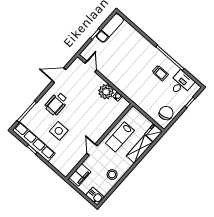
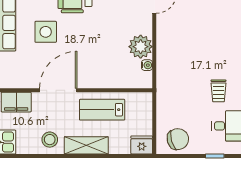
shelving: (139, 149) -> (86, 145), moved
door: (92, 150) -> (58, 90), width x1.88

